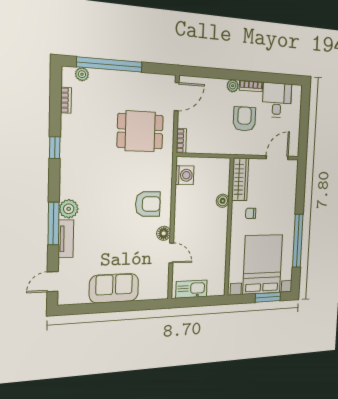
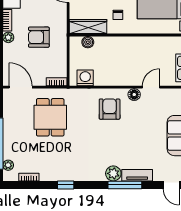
armchair: (244, 119) -> (39, 37), moved
boiler: (223, 201) -> (88, 42), moved

